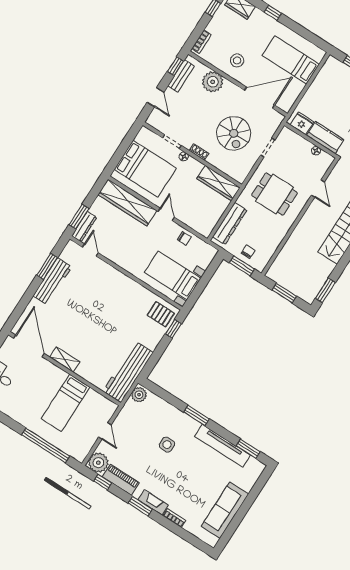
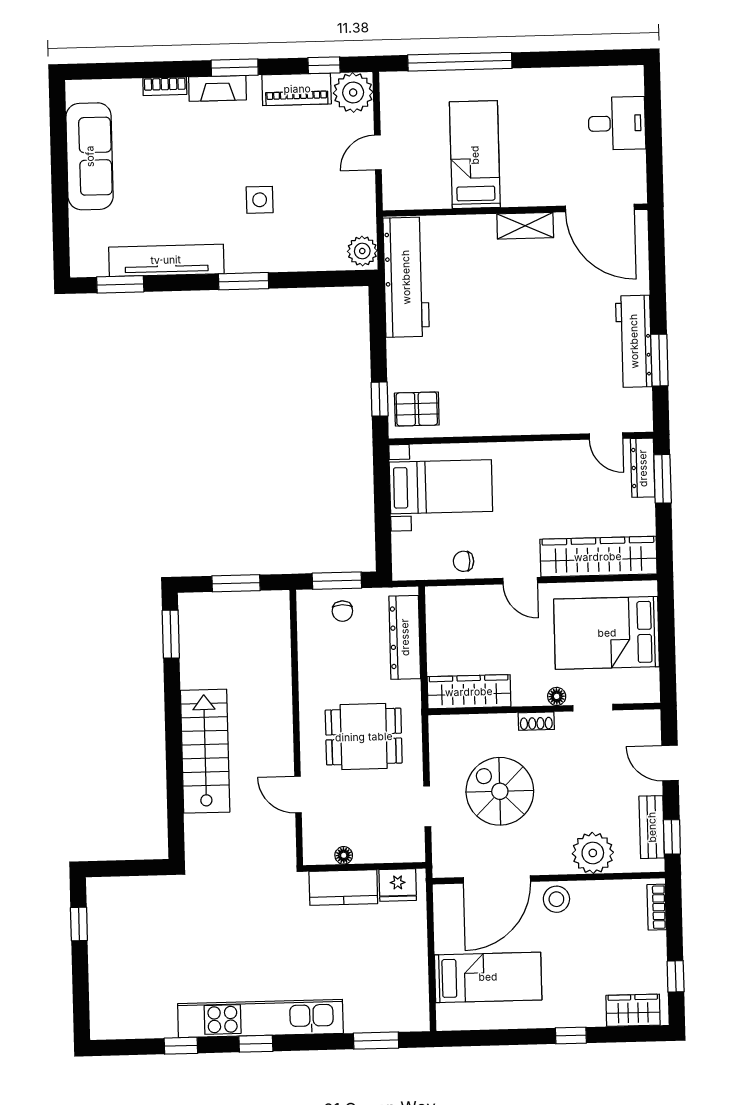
stool: (237, 60) -> (556, 899), moved
door: (105, 431) -> (378, 152), hinge flipped

